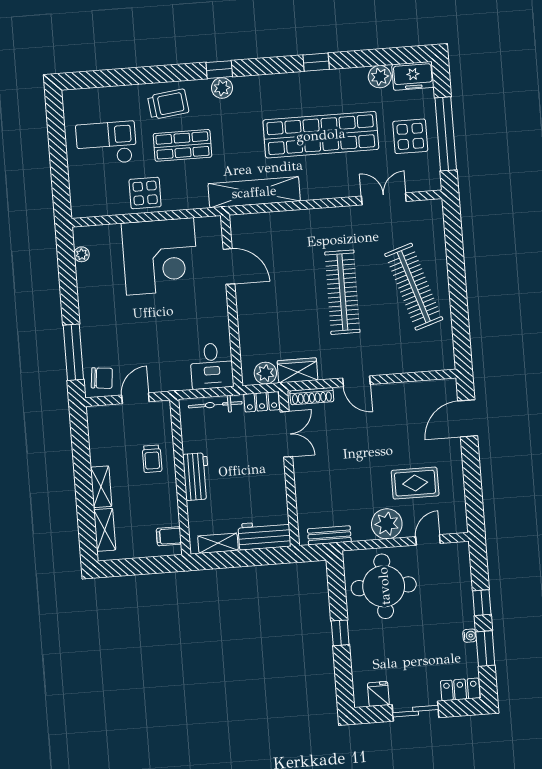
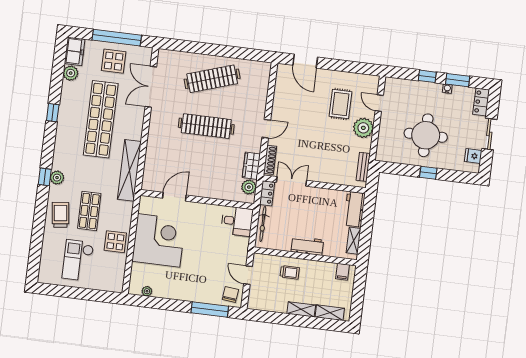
double door: (384, 199) -> (151, 87), width x1.37
round table: (384, 586) -> (426, 135), moved

